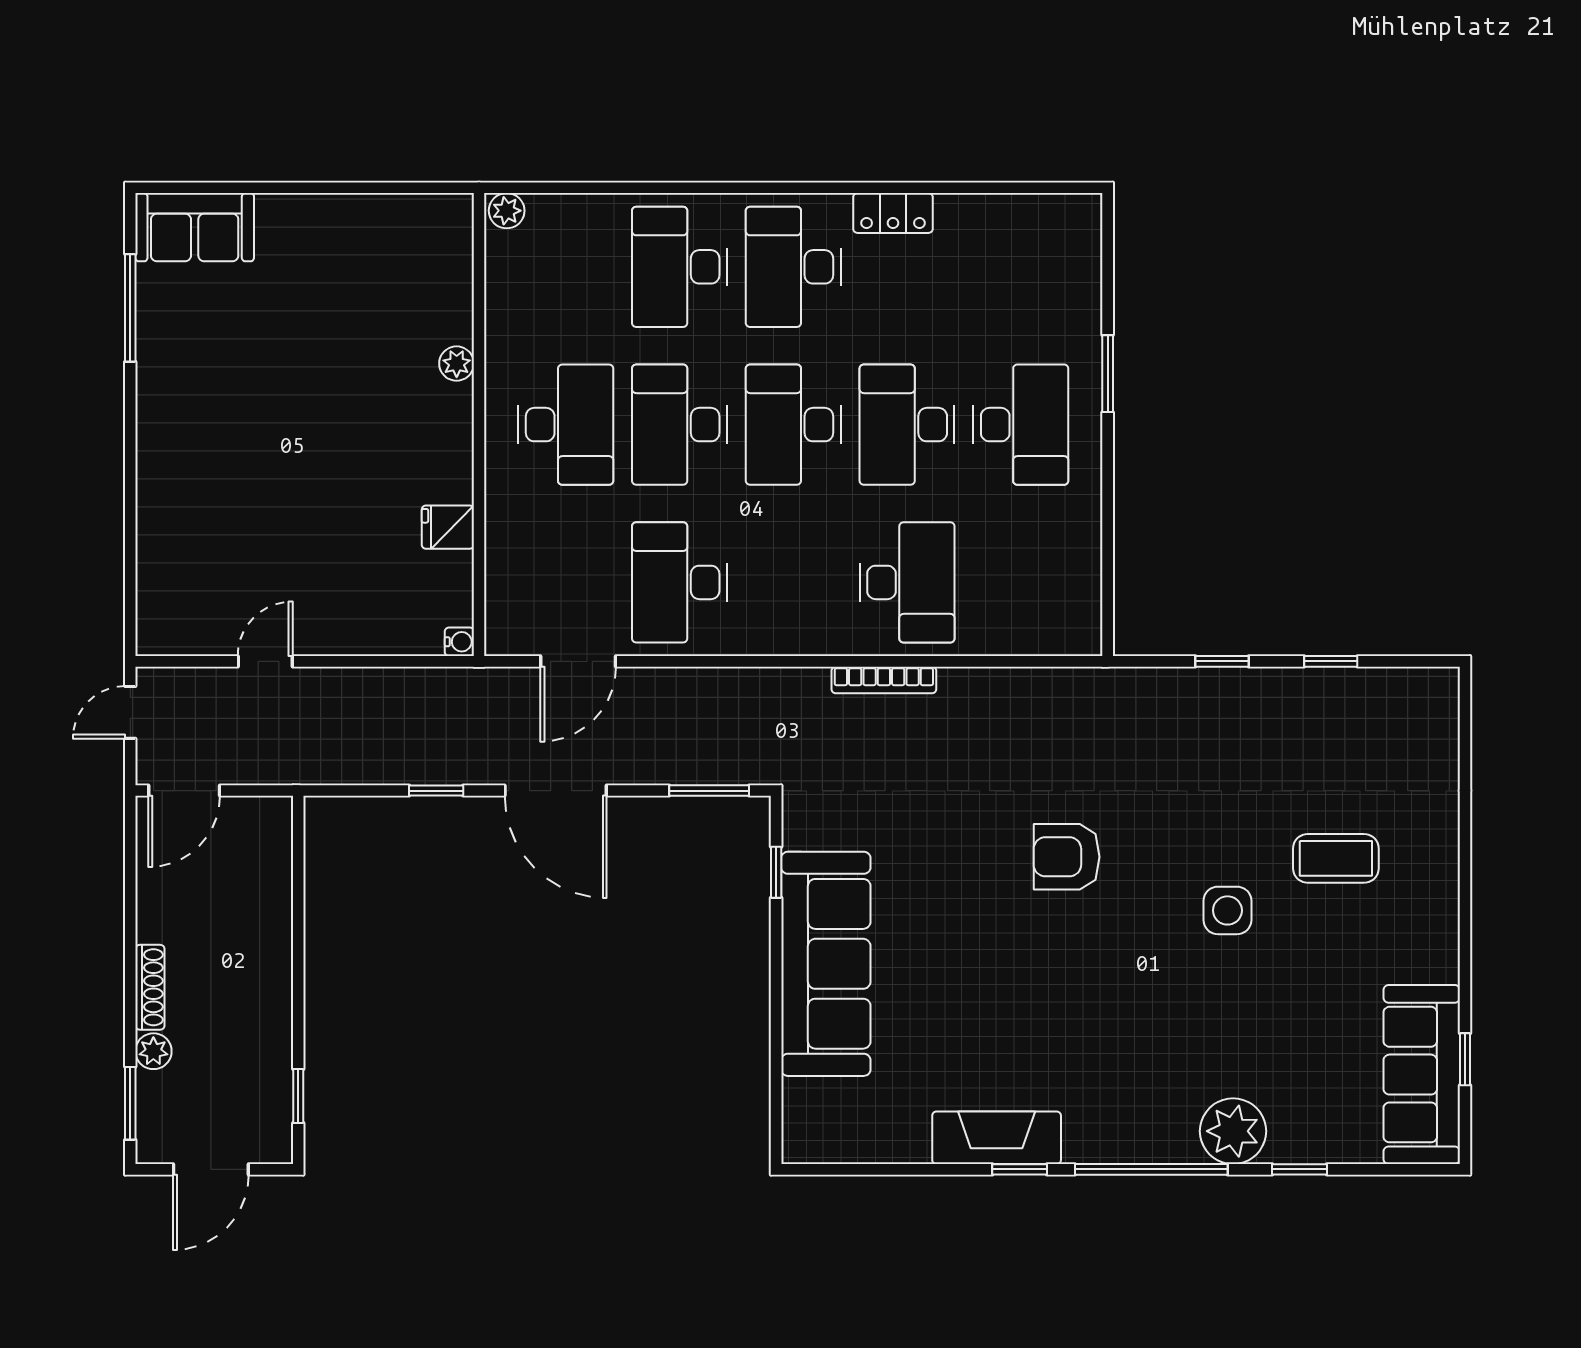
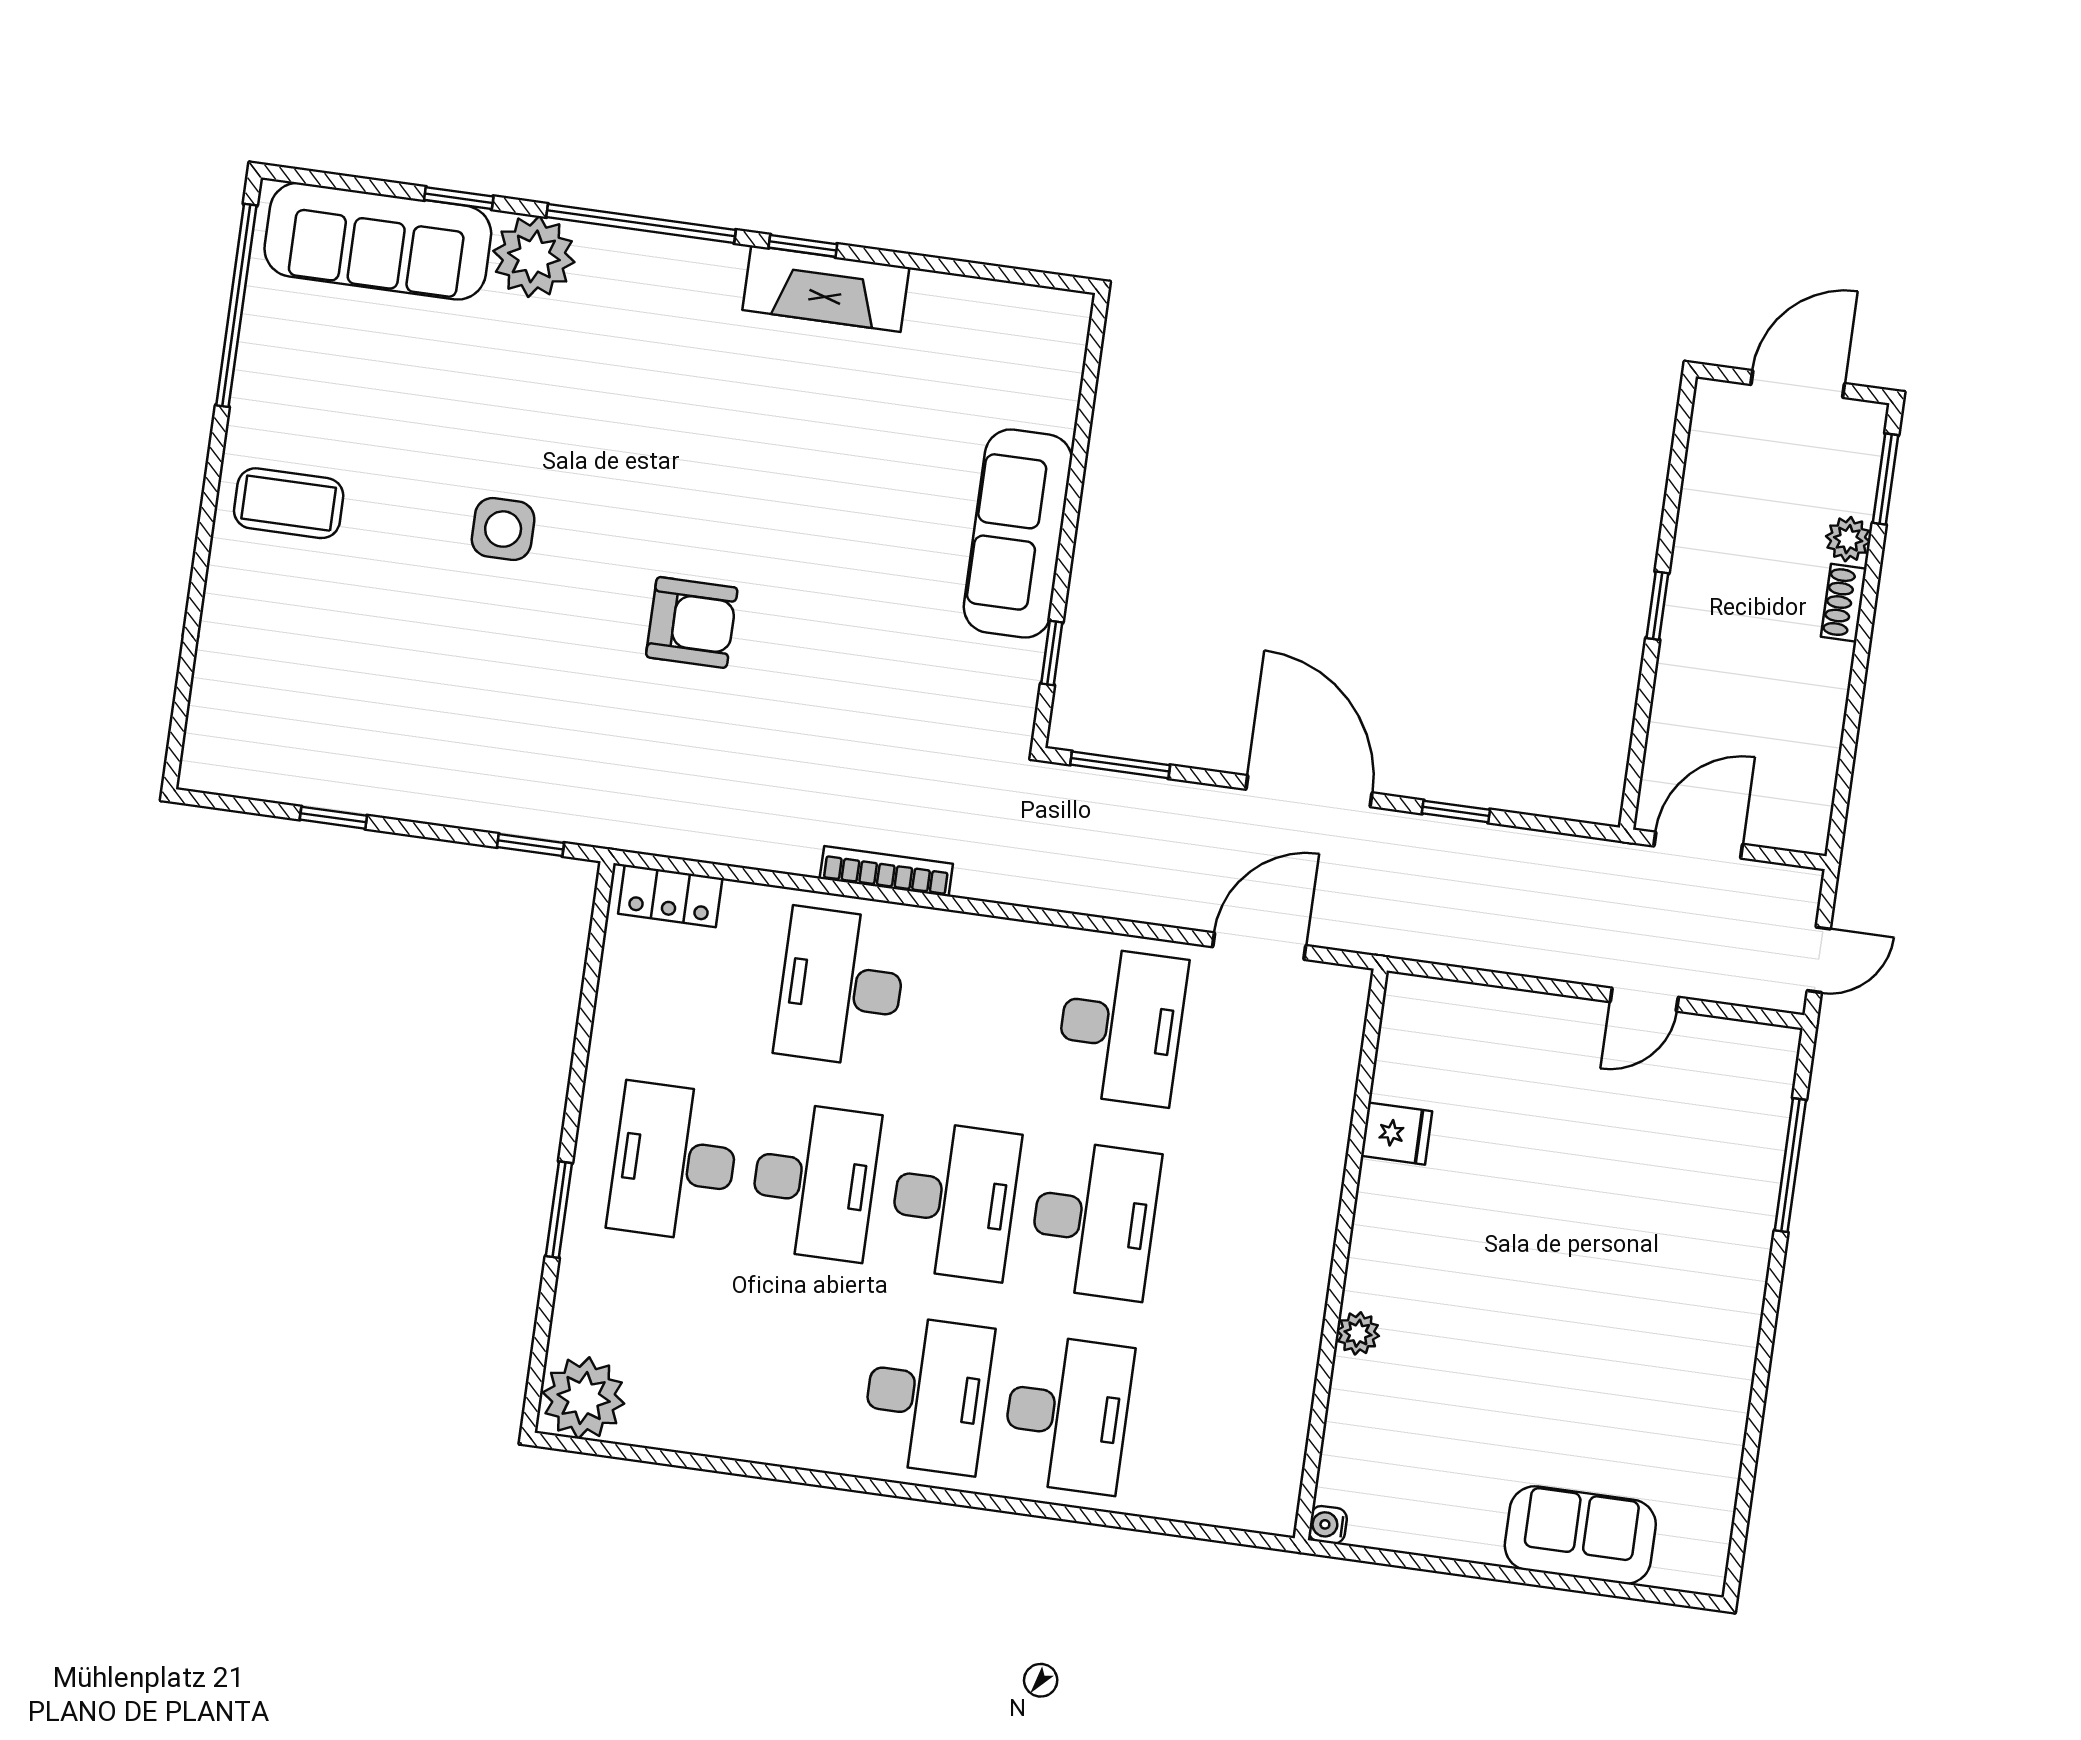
plant: (507, 211) -> (584, 1398), moved, width x1.88, depth x1.88
locker: (893, 213) -> (670, 896), moved, turned 180
sofa: (195, 227) -> (1580, 1535), moved
window: (130, 308) -> (1790, 1165), moved
desk: (566, 425) -> (1234, 1239), removed
water cooler: (459, 642) -> (1328, 1525), moved
window: (1222, 661) -> (531, 845), moved
door: (184, 791) -> (1698, 845), moved
coffee table: (1336, 858) -> (289, 503), moved
sofa: (826, 964) -> (1018, 534), width x0.74, depth x0.79
shoe rack: (150, 987) -> (1844, 603), width x0.70
window: (1465, 1059) -> (236, 305), width x3.17
sofa: (1422, 1075) -> (378, 241), moved, turned 90
window: (298, 1096) -> (1657, 606), moved

